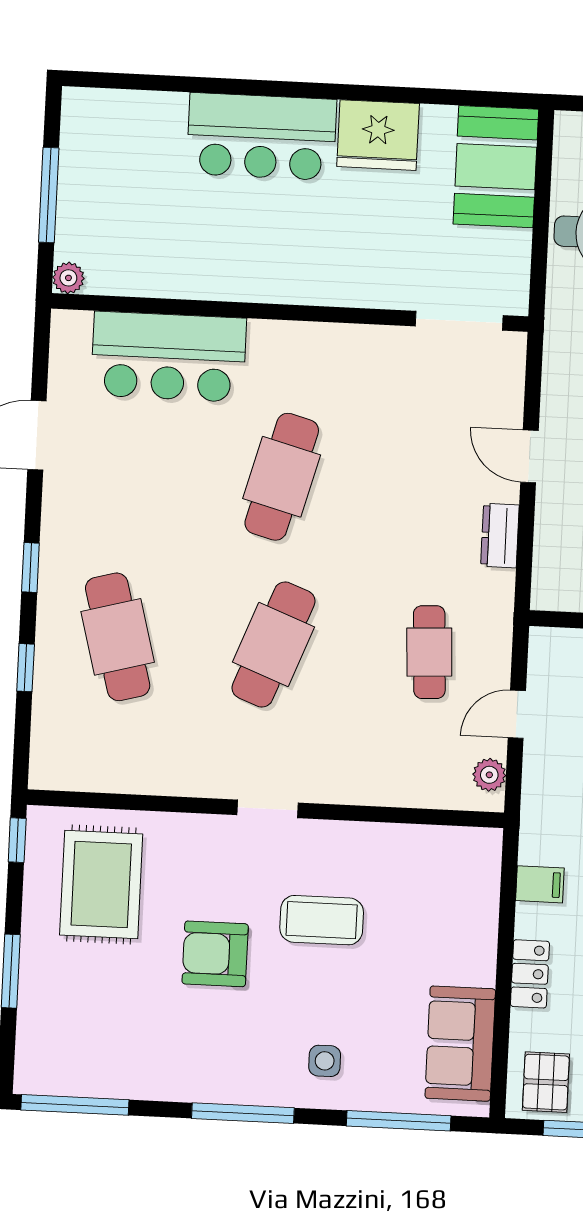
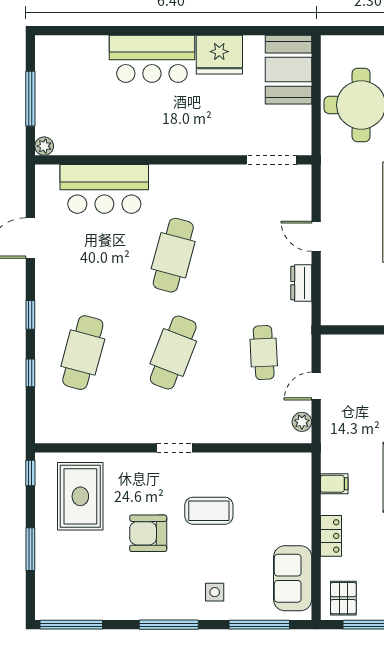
cafe table: (118, 637) -> (83, 353), turned 30

